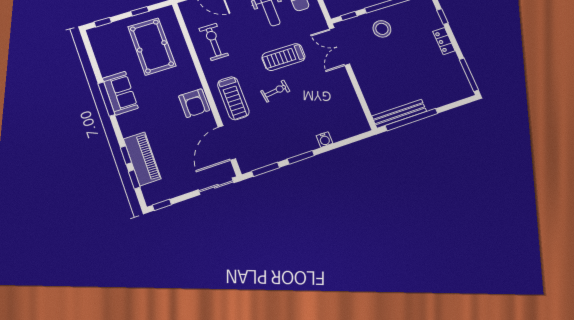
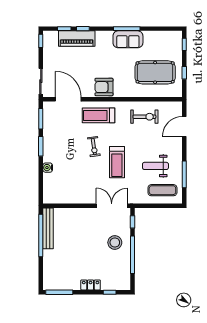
treadmill: (284, 57) -> (117, 162), turned 180

